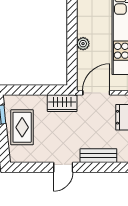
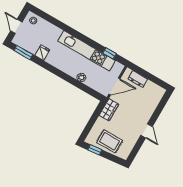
door: (96, 93) -> (114, 86), swing flipped
bench: (98, 156) -> (152, 106), removed

